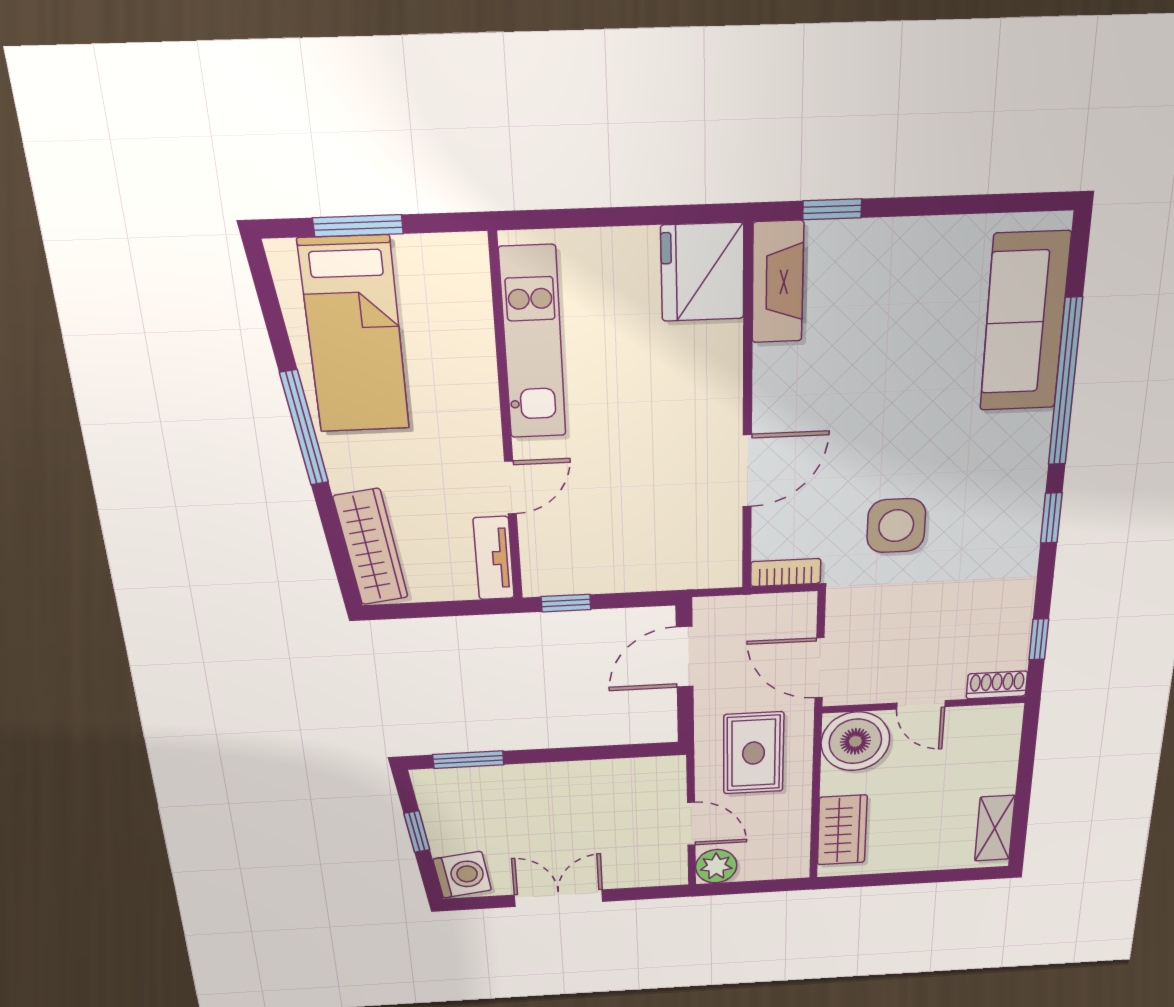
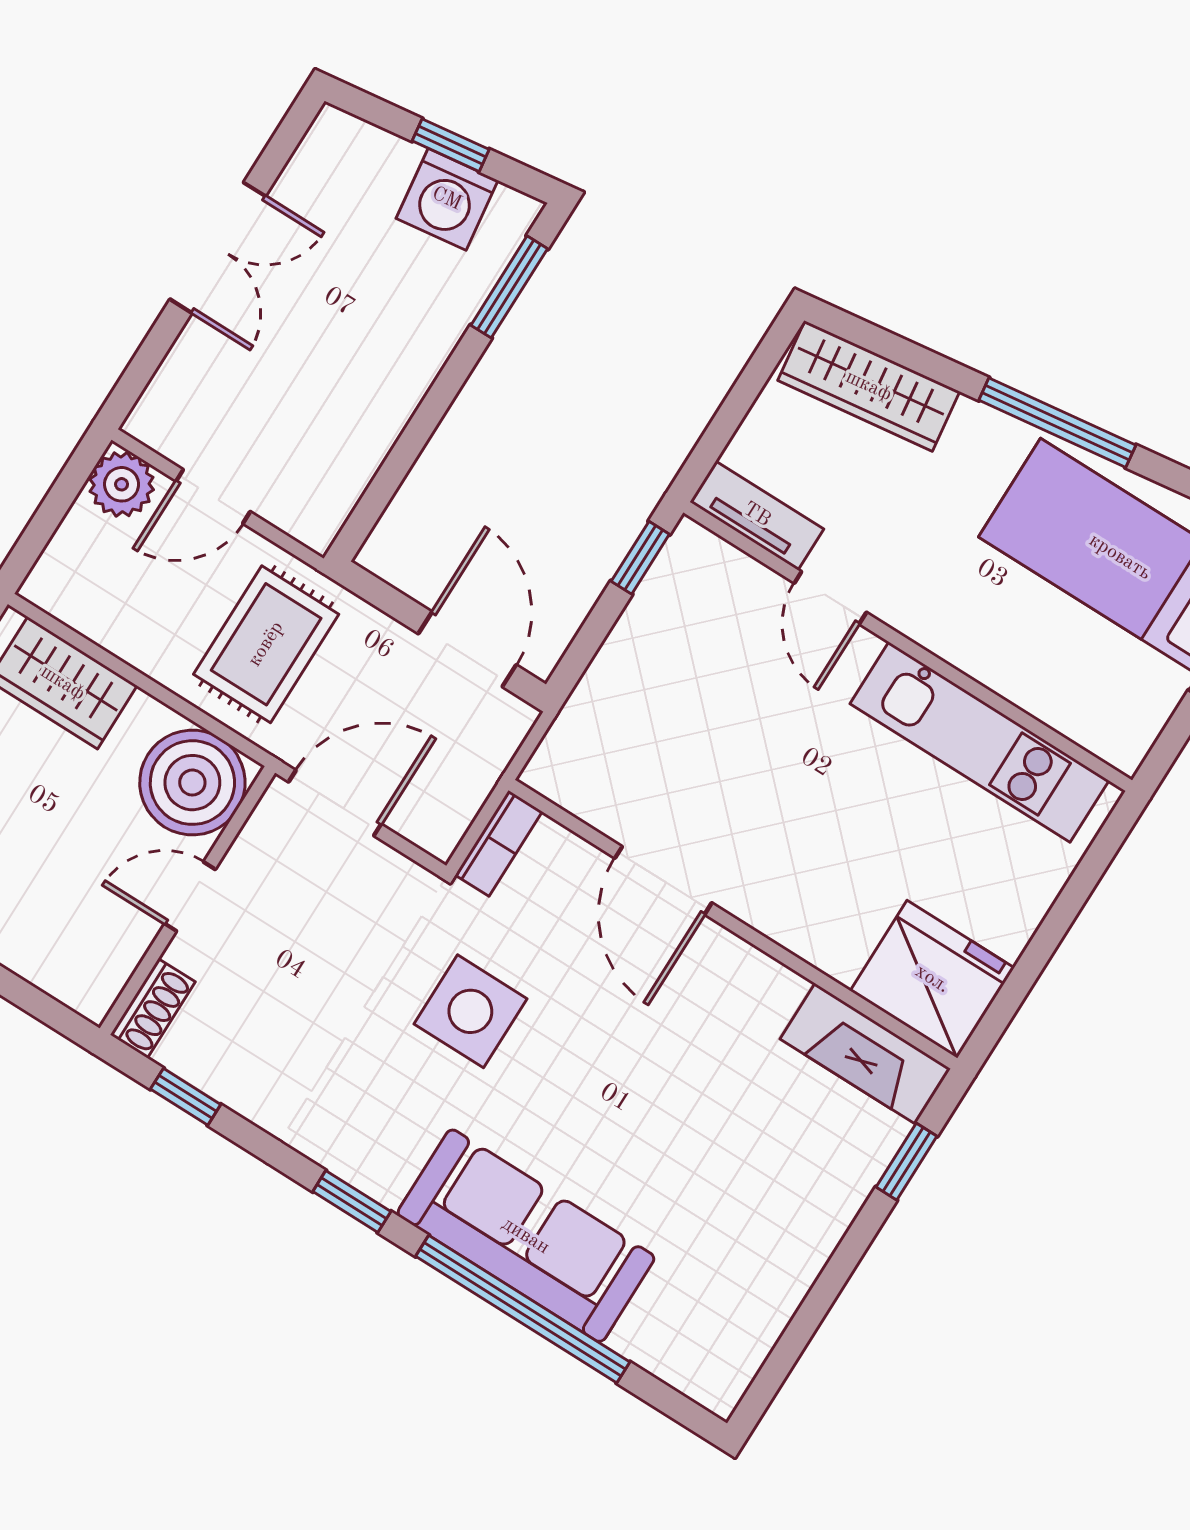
sofa: (1025, 322) -> (526, 1236), moved
rug: (754, 753) -> (266, 644), turned 90
washing machine: (462, 875) -> (447, 199), moved

